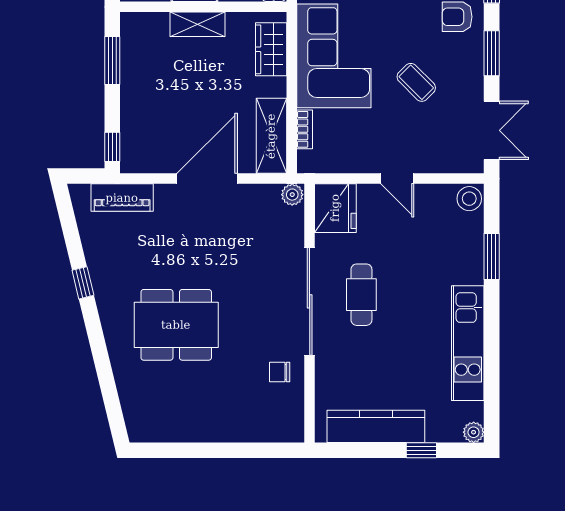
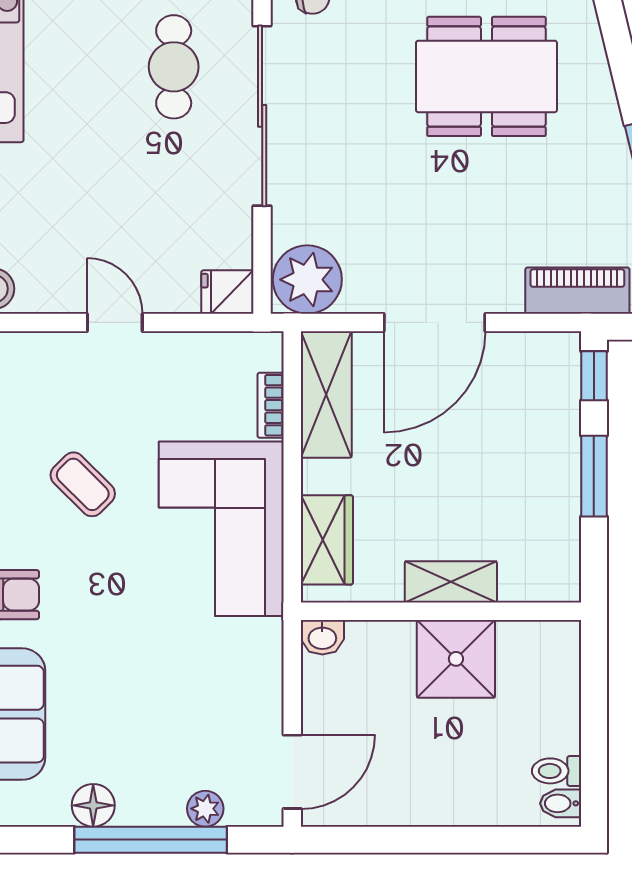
window: (112, 60) -> (594, 476), moved
plant: (292, 195) -> (307, 280), width x1.87, depth x1.87
fridge: (335, 208) -> (227, 292), width x0.53, depth x0.75
cafe table: (361, 295) -> (174, 67), moved

